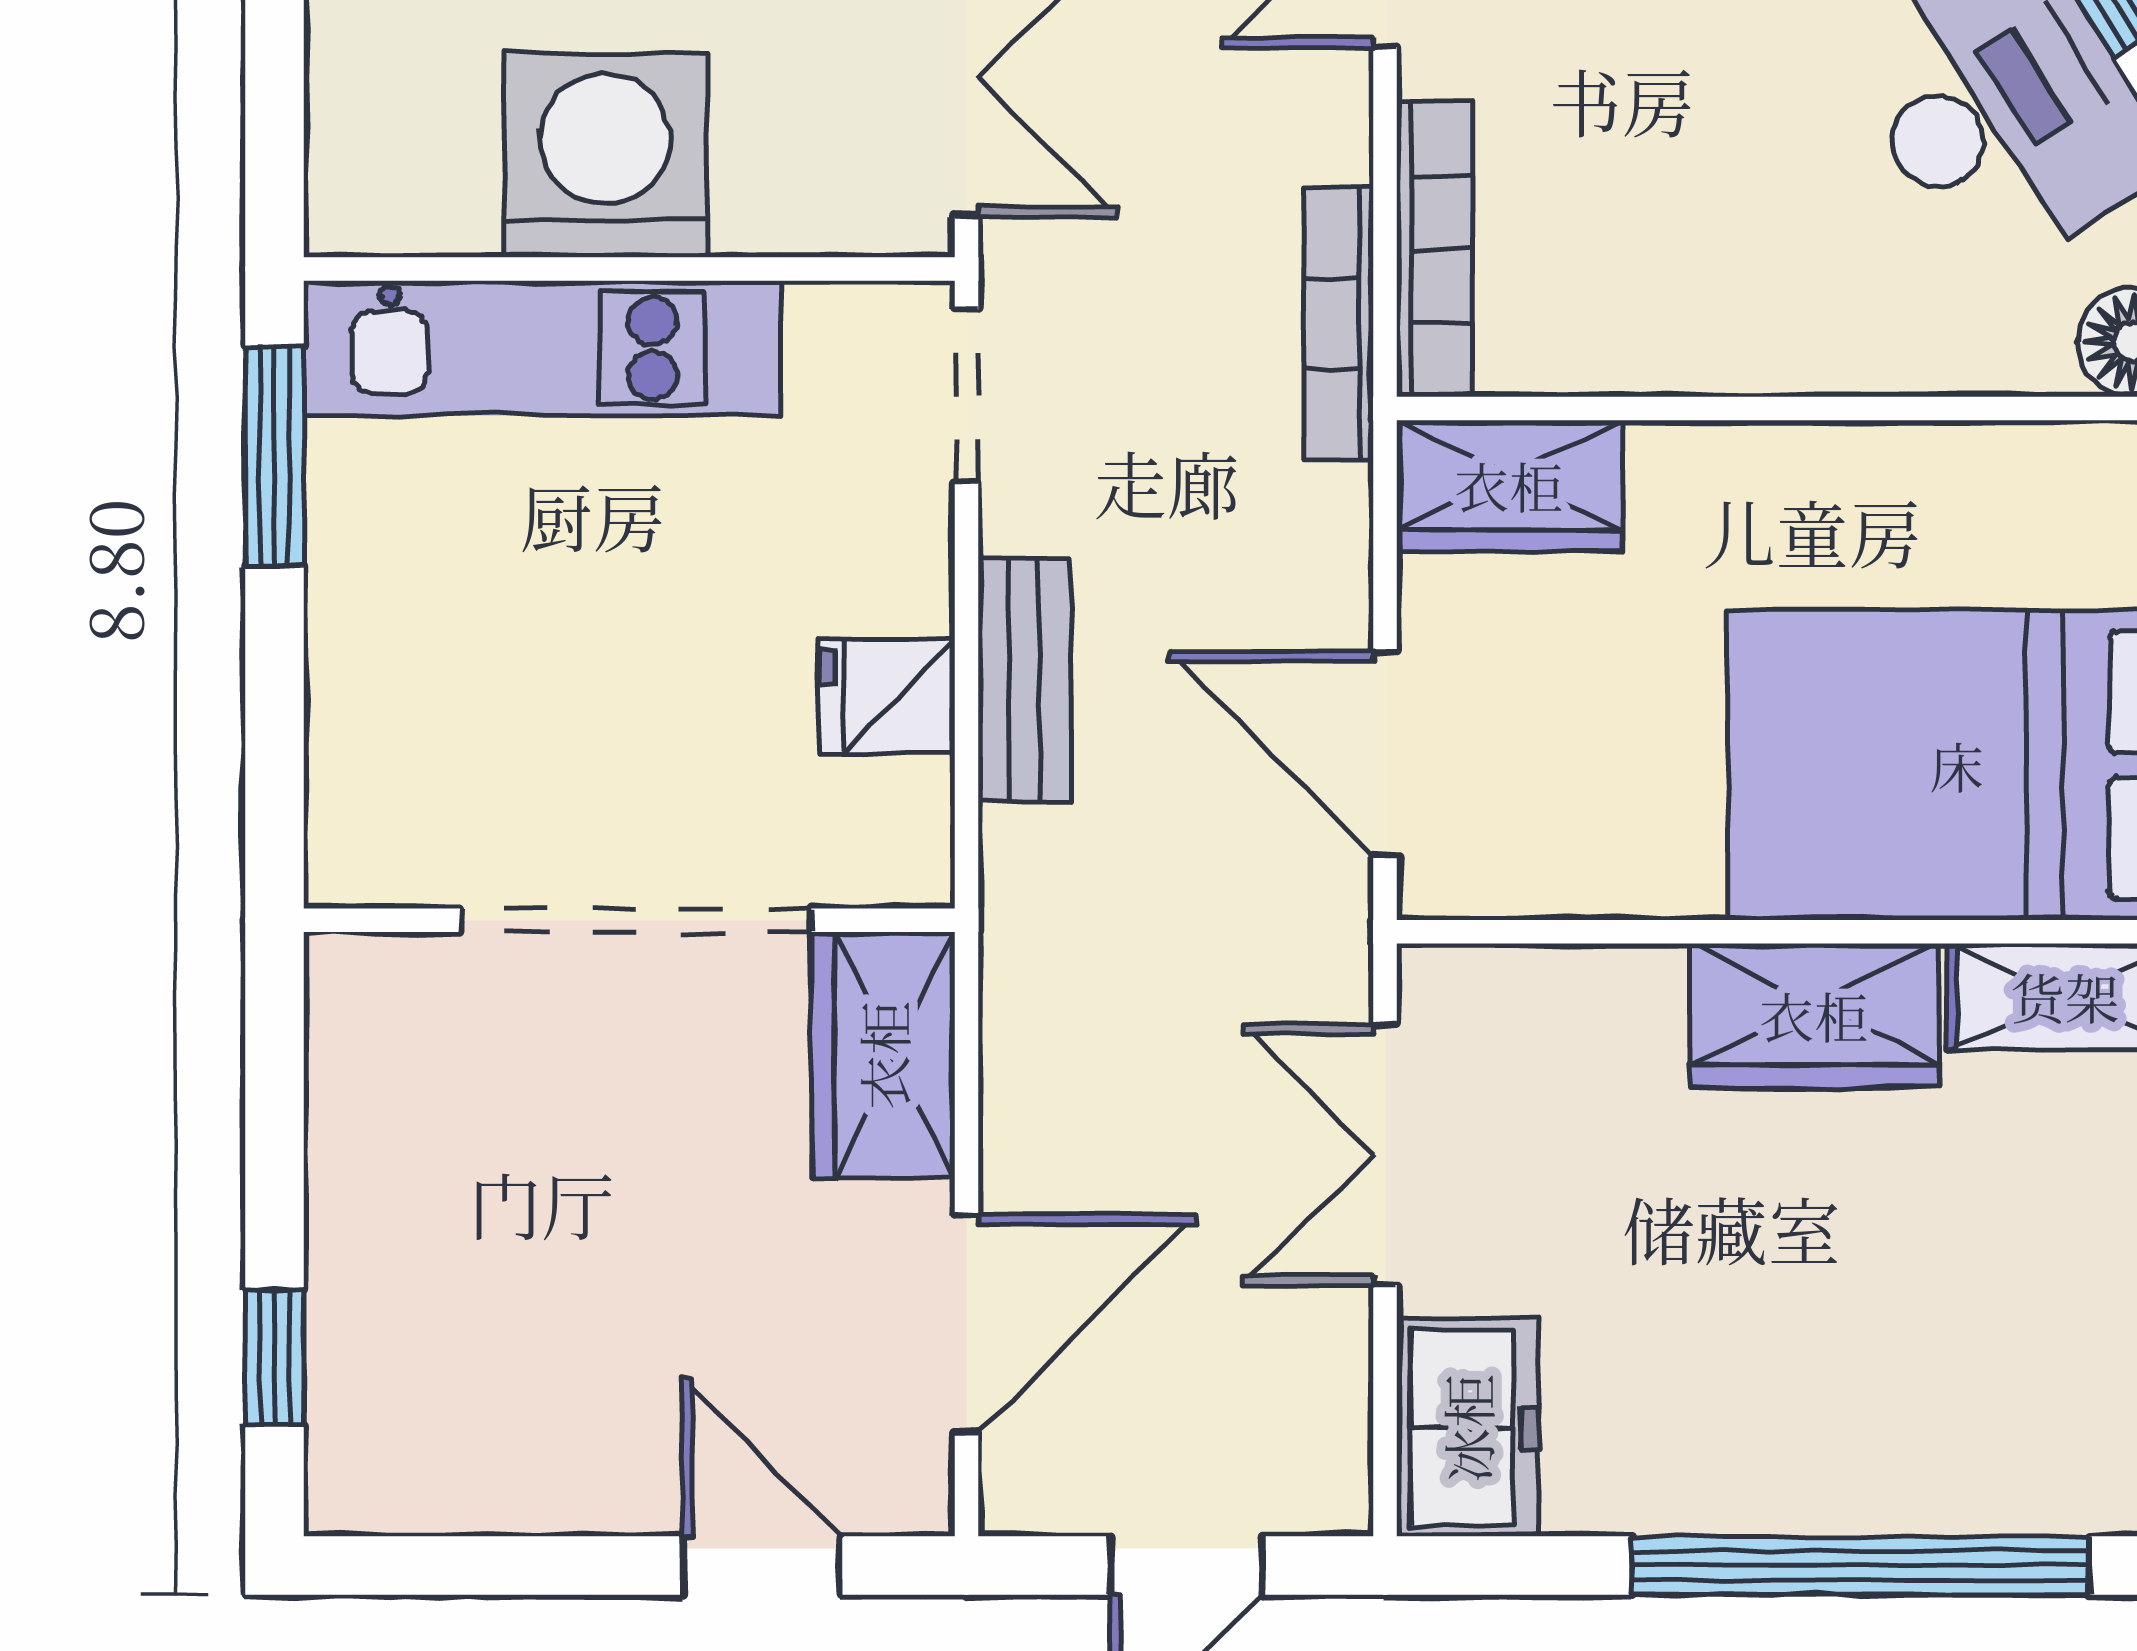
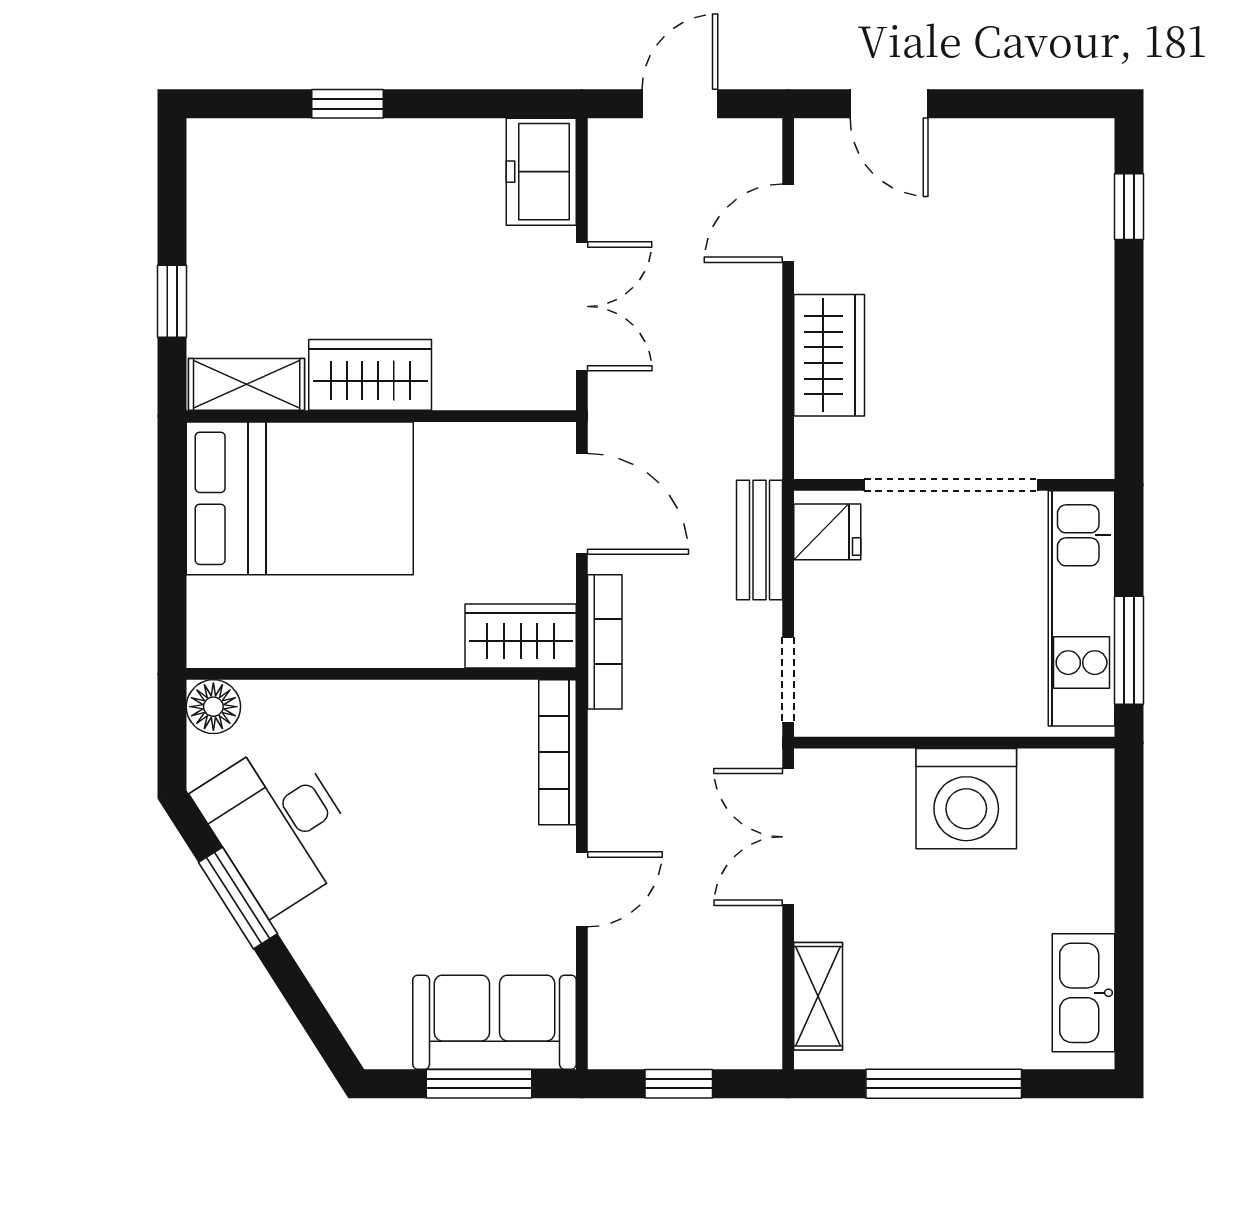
bookcase: (1338, 324) -> (605, 642), moved
kitchen unit: (543, 348) -> (1082, 608), moved, turned -90
wall: (629, 920) -> (954, 485), moved
doorway: (636, 920) -> (951, 485), moved
door: (966, 1323) -> (788, 223), width x0.73
window: (1861, 1566) -> (347, 104), width x0.32

